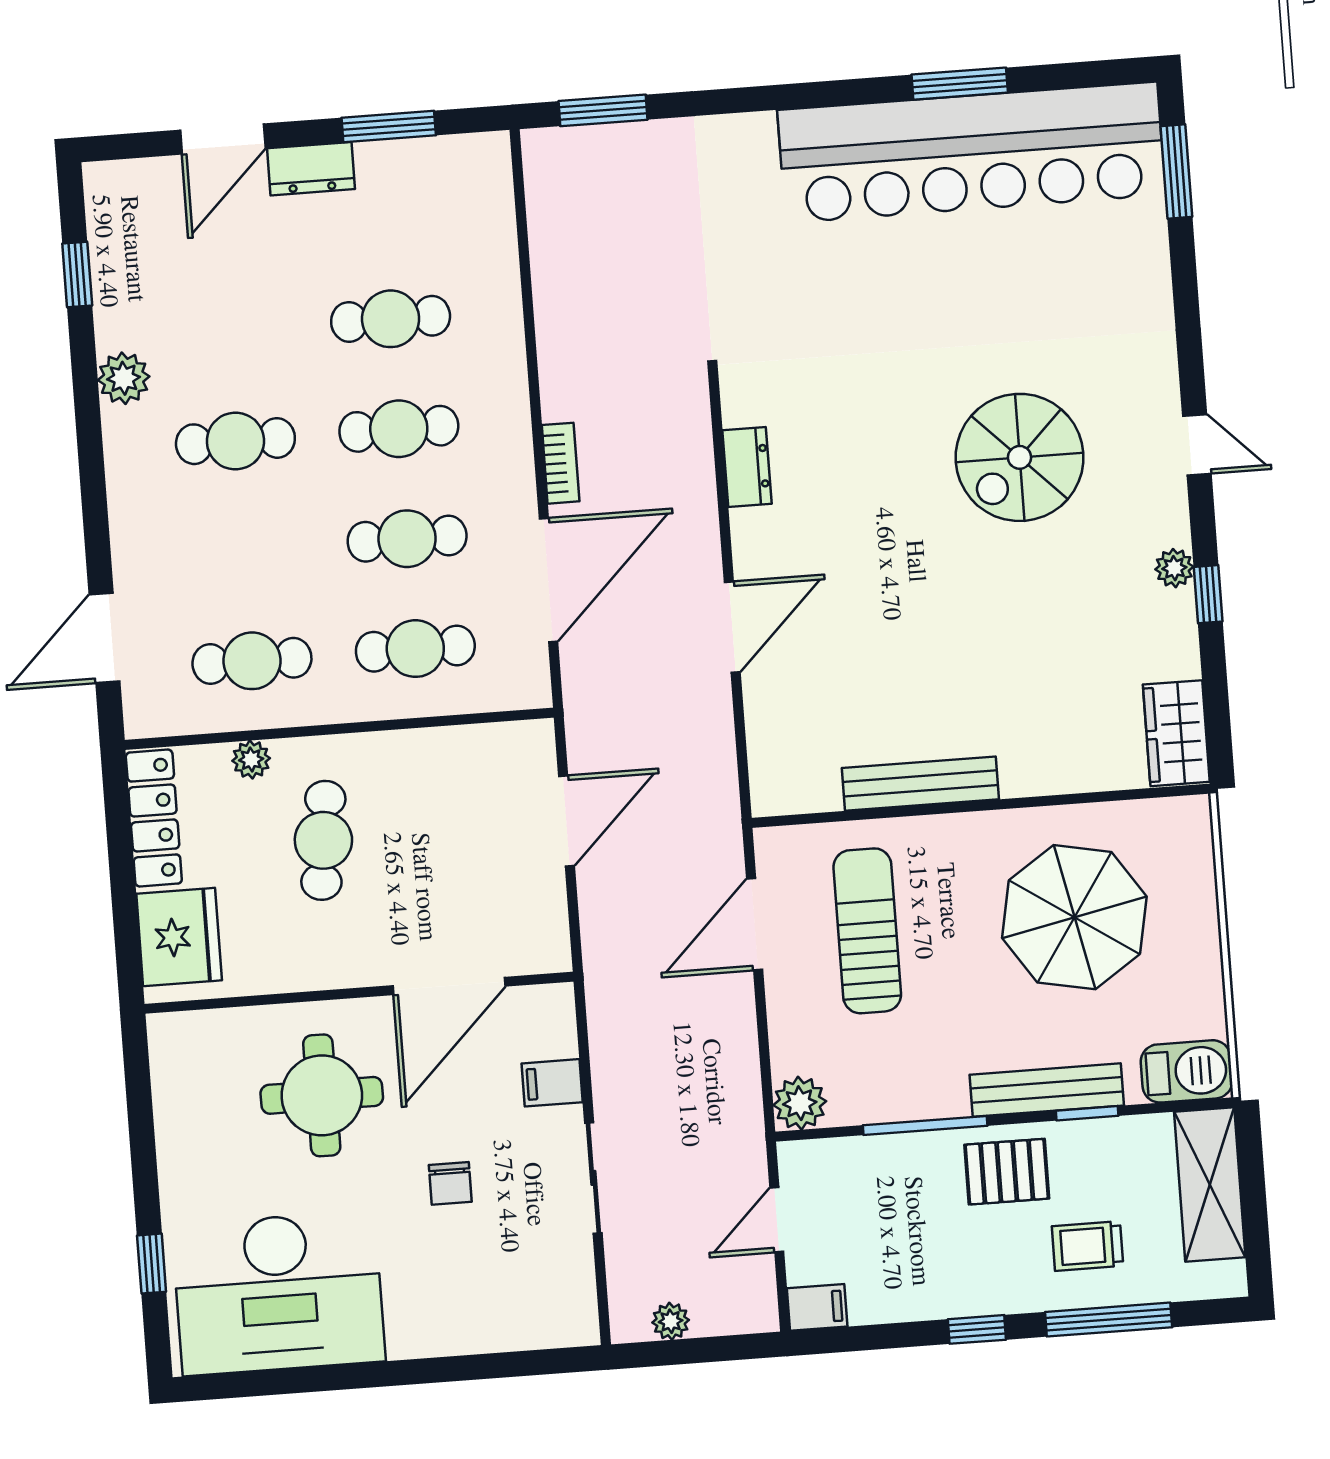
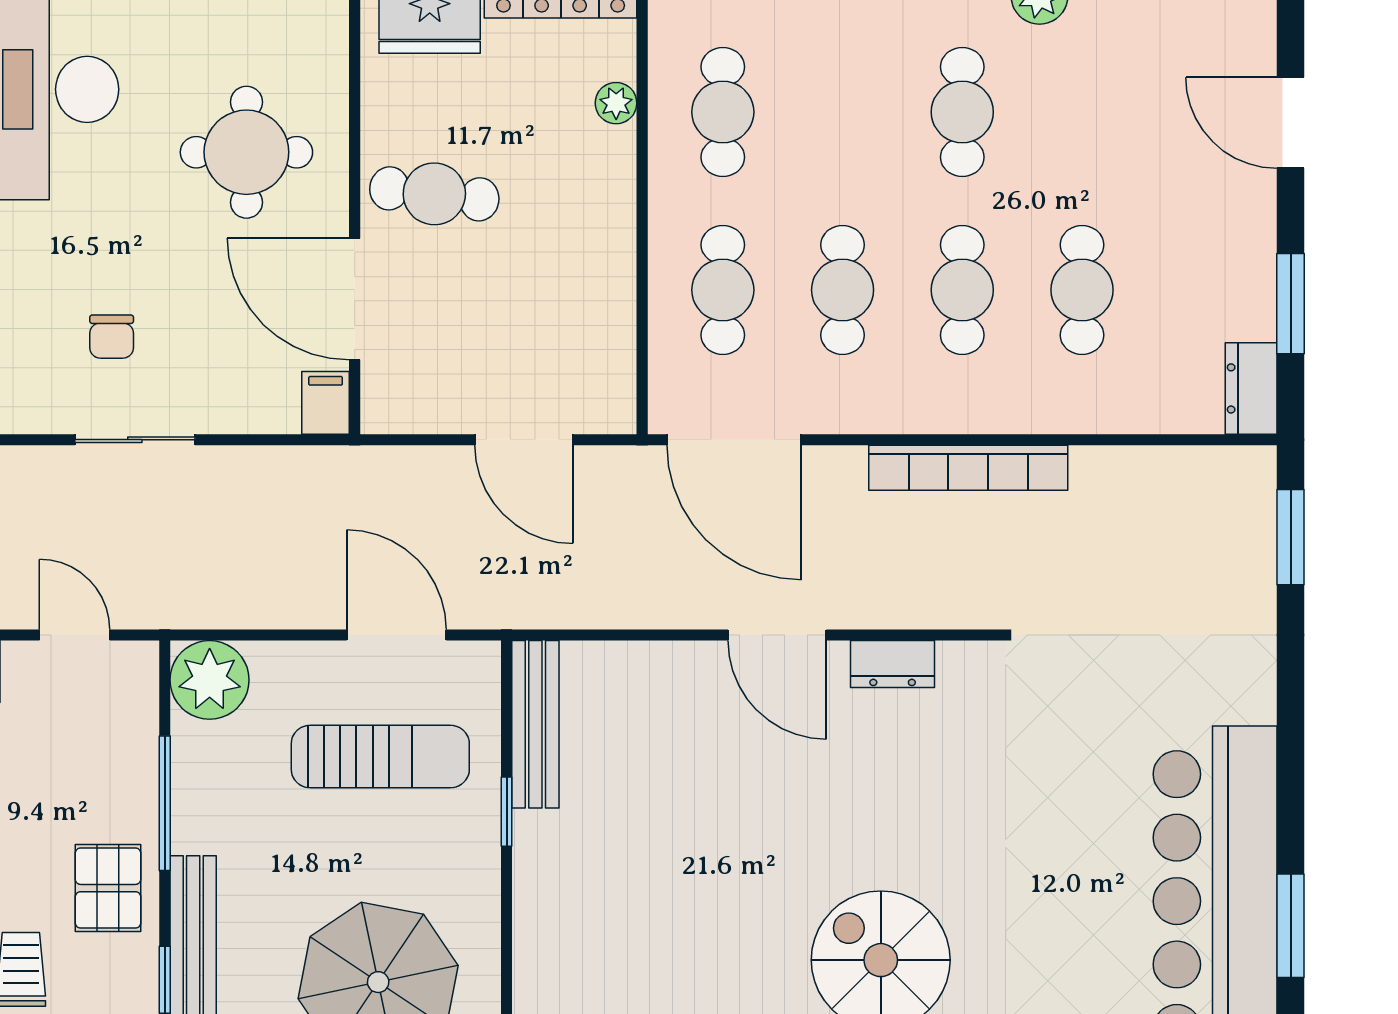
dresser: (311, 169) -> (1251, 388), moved
bookcase: (561, 463) -> (968, 468), width x2.31, depth x1.31
door: (548, 580) -> (734, 440), moved
door: (732, 627) -> (777, 635), moved
bench: (920, 784) -> (535, 724), moved
window: (909, 811) -> (507, 812), added
cafe table: (323, 840) -> (434, 194), moved
filing cabinet: (552, 1083) -> (326, 403), moved
plant: (800, 1103) -> (210, 680), width x1.36, depth x1.36
chair: (450, 1183) -> (112, 337), moved, turned -90

